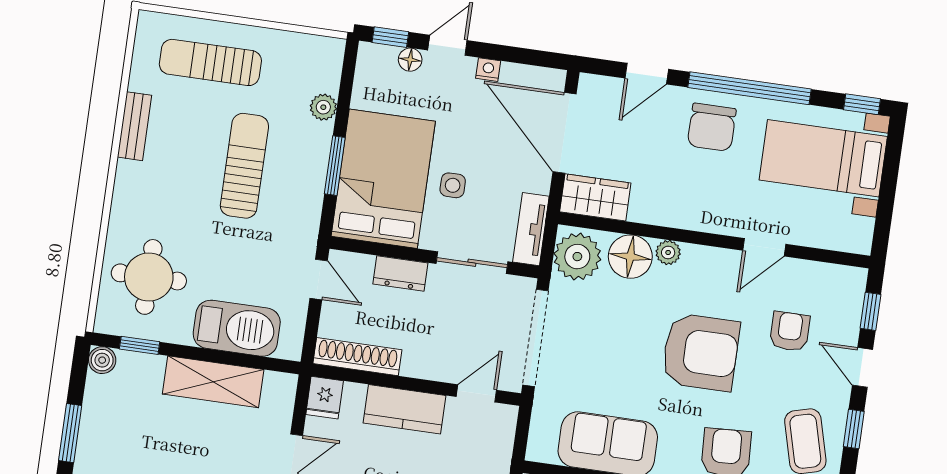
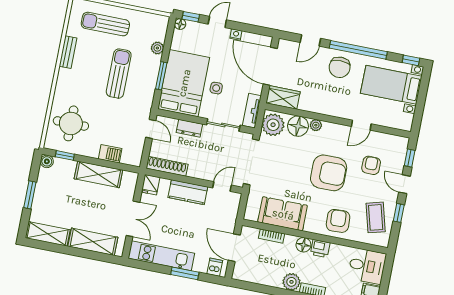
floor lamp: (410, 60) -> (180, 24), moved
barbecue: (237, 328) -> (110, 154), width x0.53, depth x0.65

